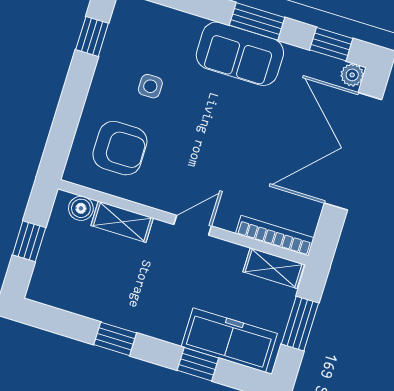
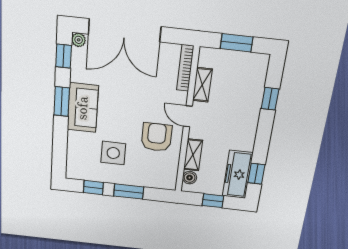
side table: (150, 86) -> (113, 153), width x1.87, depth x1.87
window: (73, 97) -> (129, 191), added
armchair: (120, 148) -> (157, 137), moved
shelving: (274, 268) -> (202, 85), moved
window: (115, 339) -> (256, 174), moved
freezer: (229, 340) -> (238, 174), moved

